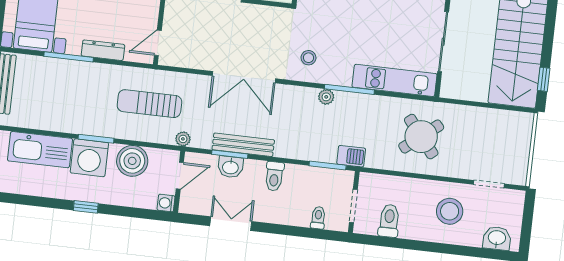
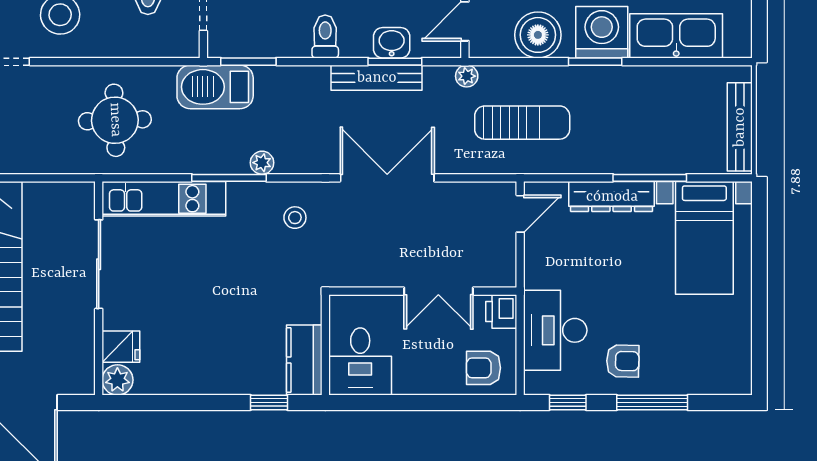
dresser: (103, 50) -> (612, 197), width x1.37, depth x1.24
round table: (421, 137) -> (115, 120), turned 37
barbecue: (351, 156) -> (215, 87), width x1.88, depth x1.53

